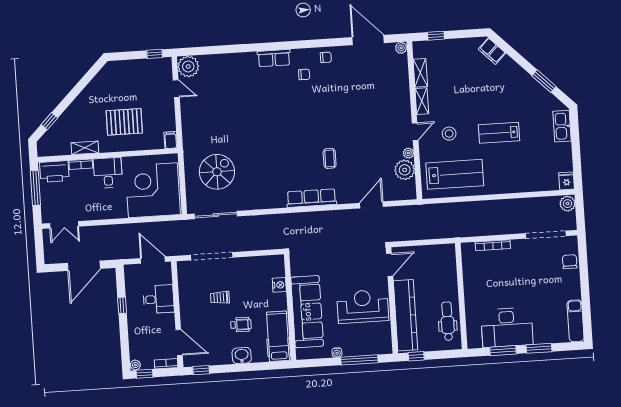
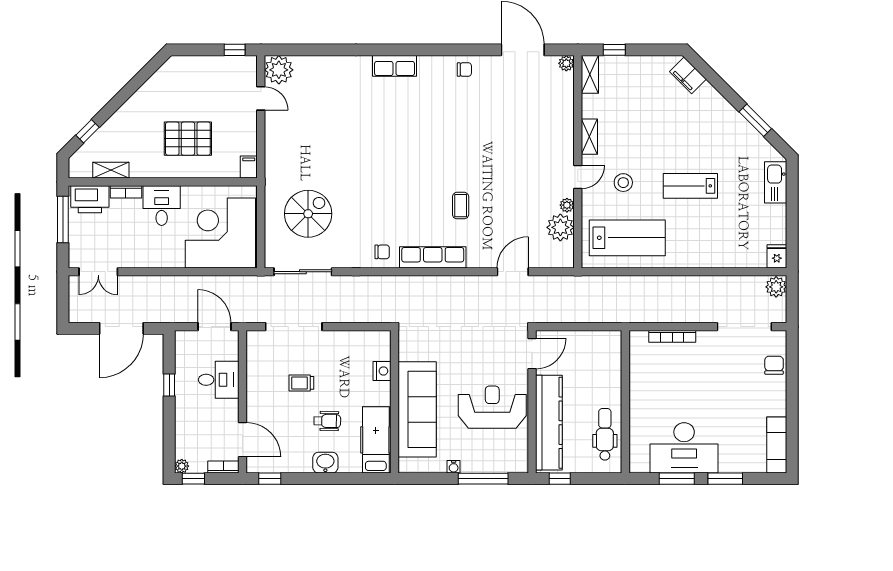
shelving: (420, 73) -> (590, 74), moved
chair: (304, 74) -> (382, 252), moved
shelving: (85, 148) -> (111, 170), moved

